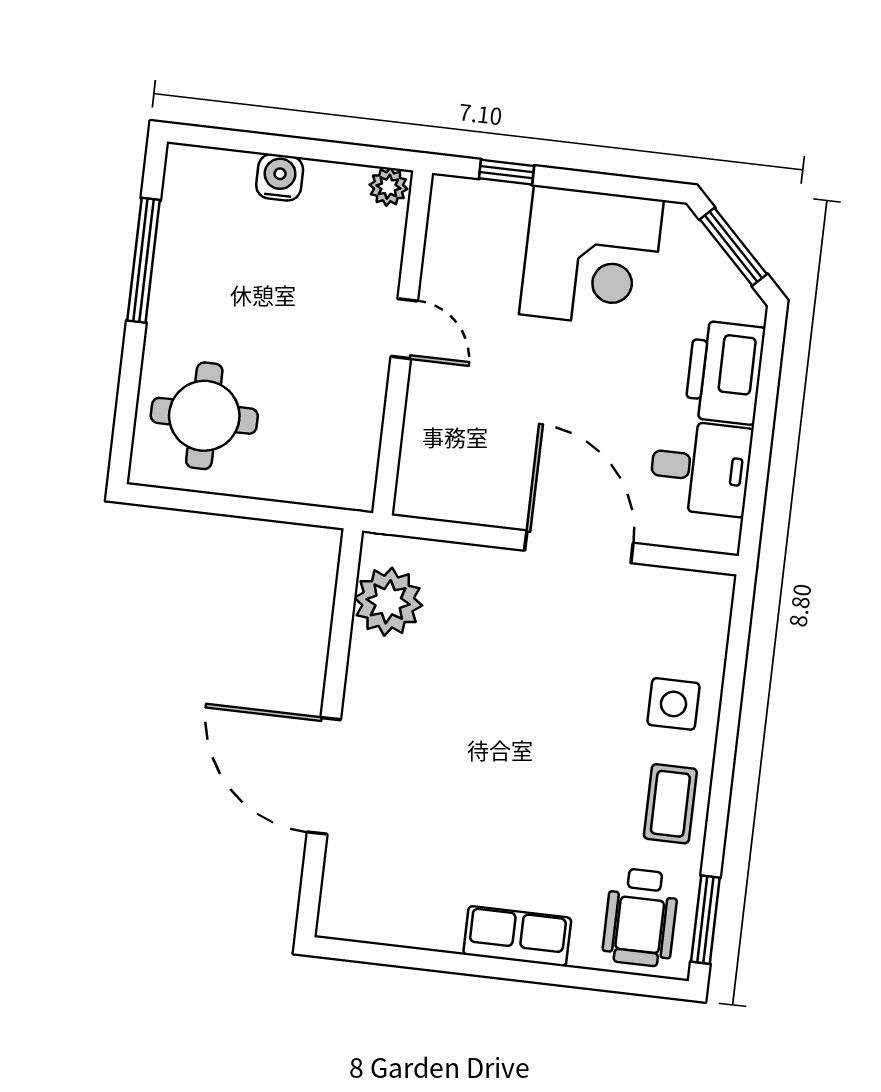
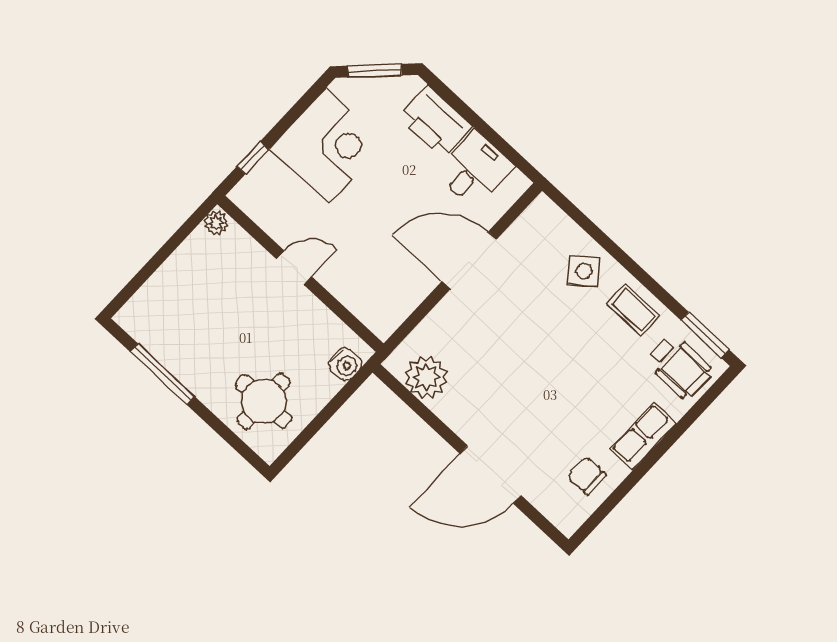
water cooler: (280, 177) -> (345, 364), moved, turned 180
side table: (673, 704) -> (584, 271), turned -38
chair: (413, 901) -> (587, 476), added

